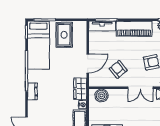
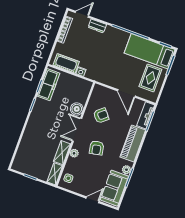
rug: (64, 35) -> (150, 78), turned 90
door: (88, 64) -> (126, 93), moved
wardrobe: (80, 89) -> (96, 75), removed
dresser: (32, 91) -> (97, 26), moved
boiler: (102, 95) -> (77, 109), moved

